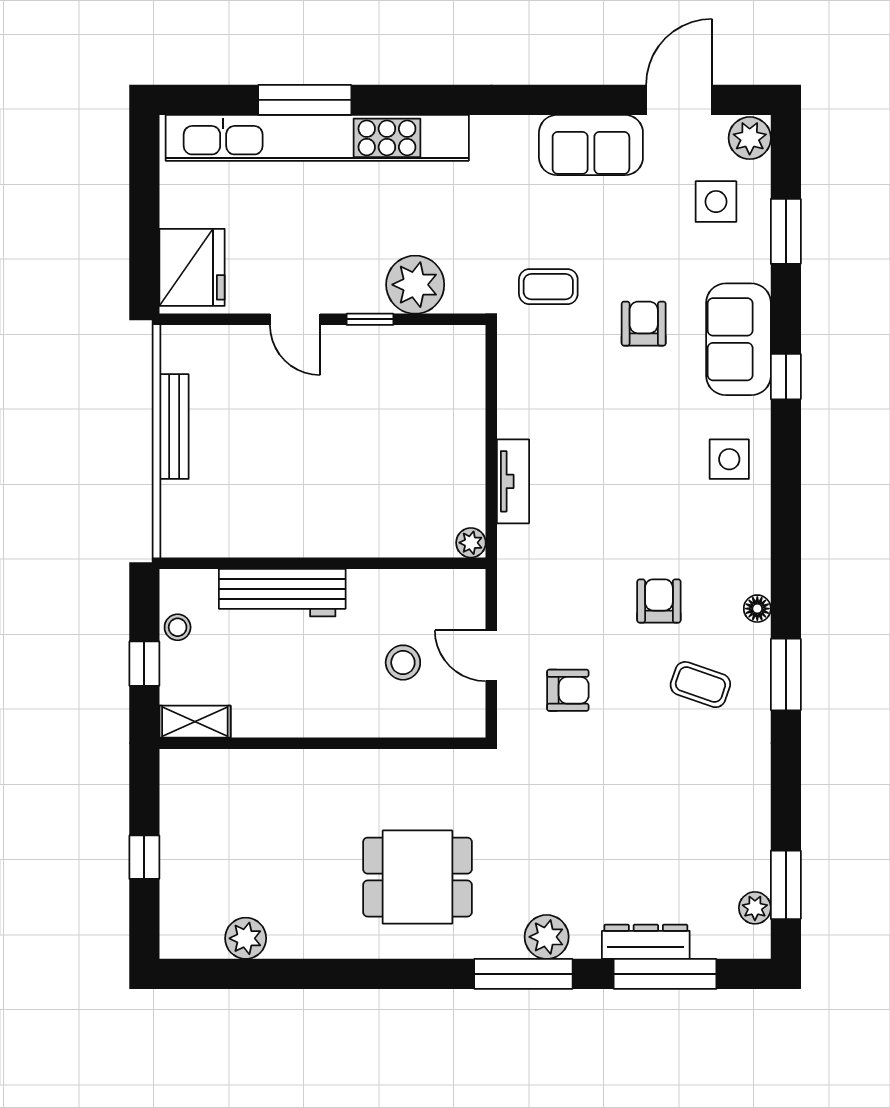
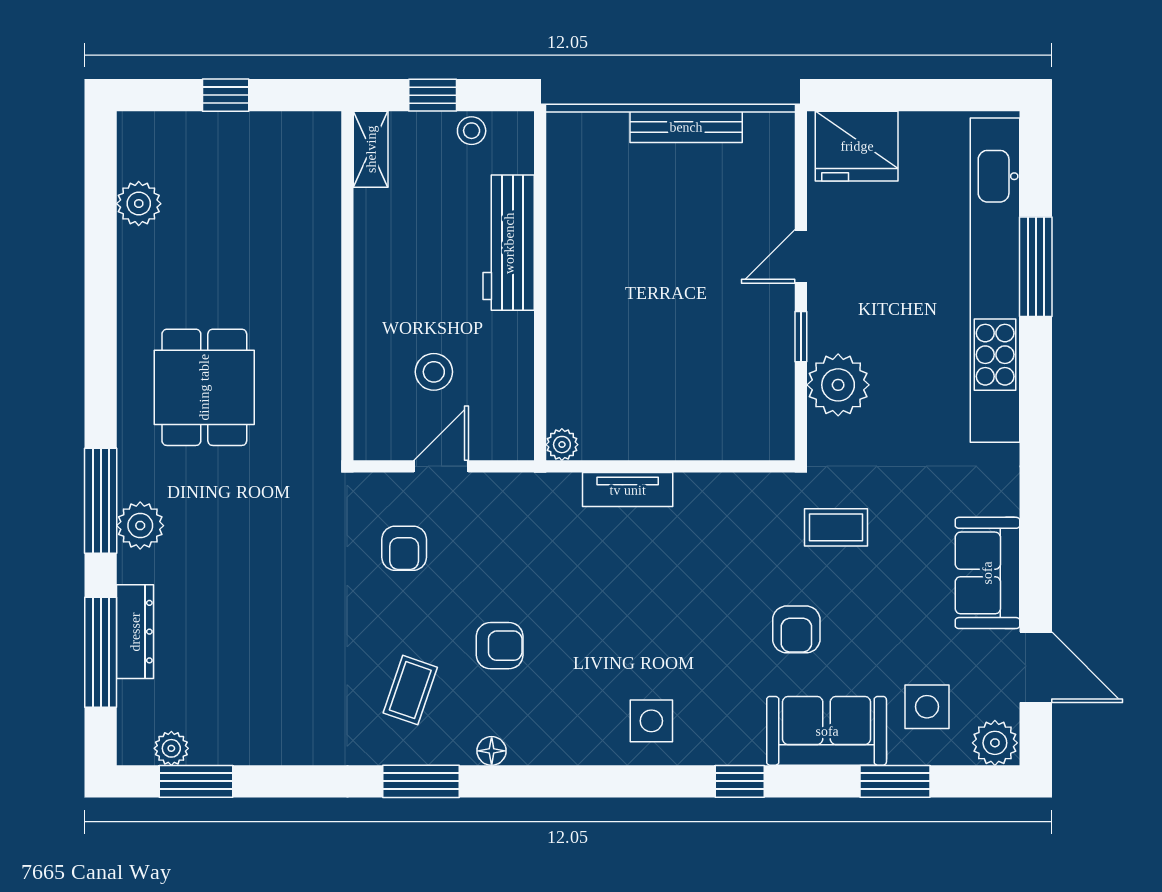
coffee table: (548, 287) -> (836, 527), turned 90
armchair: (644, 324) -> (796, 629), turned 90
sofa: (739, 339) -> (827, 731), moved

